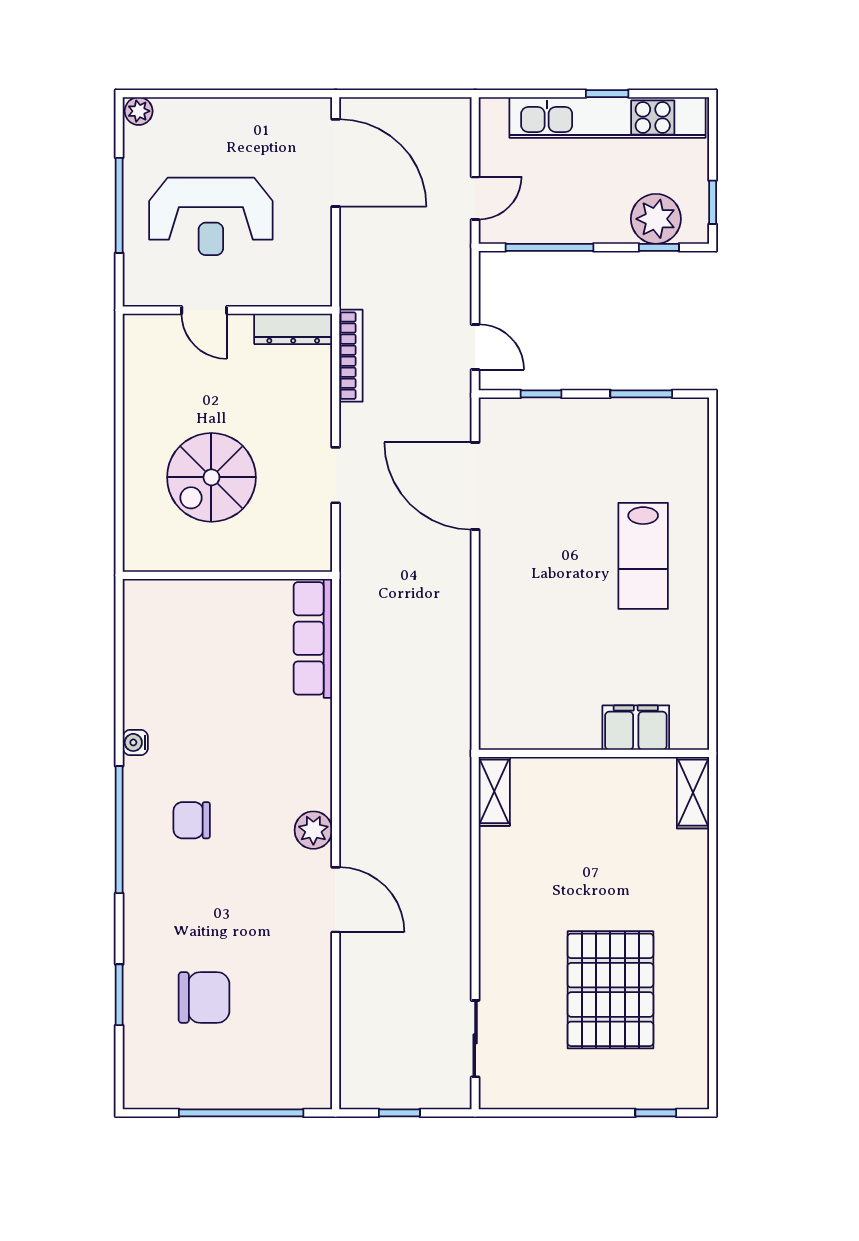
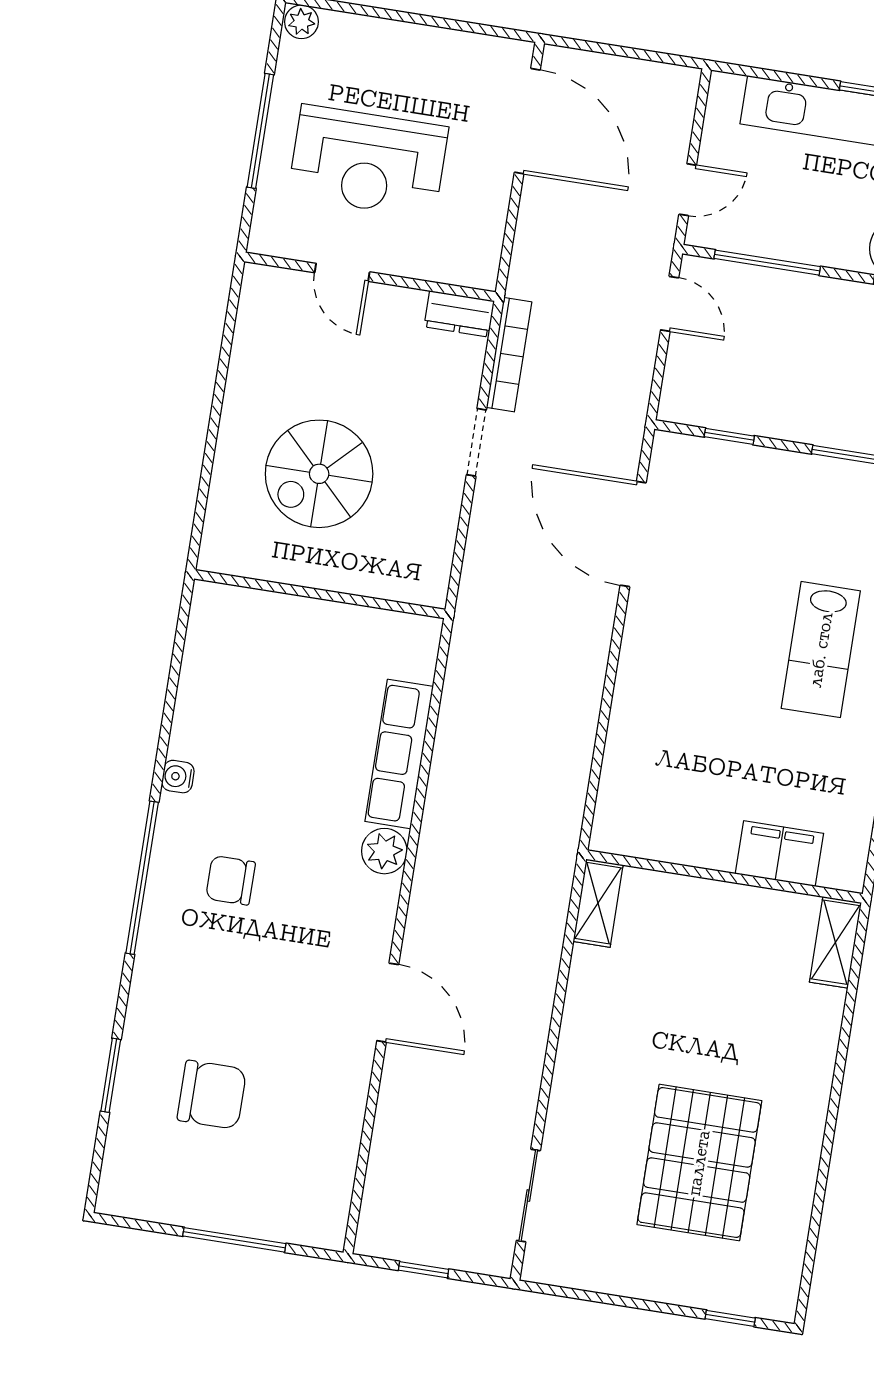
dresser: (293, 329) -> (459, 314), width x0.70
door: (475, 347) -> (670, 304), moved
doorway: (336, 475) -> (476, 442), moved
row of seats: (313, 638) -> (399, 754), moved
plant: (313, 830) -> (384, 851), moved
window: (241, 1113) -> (234, 1240), width x0.68

